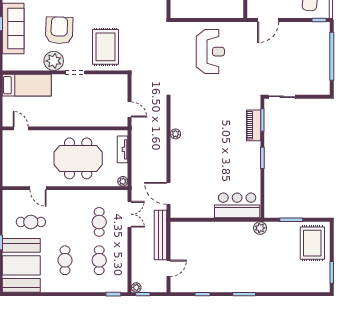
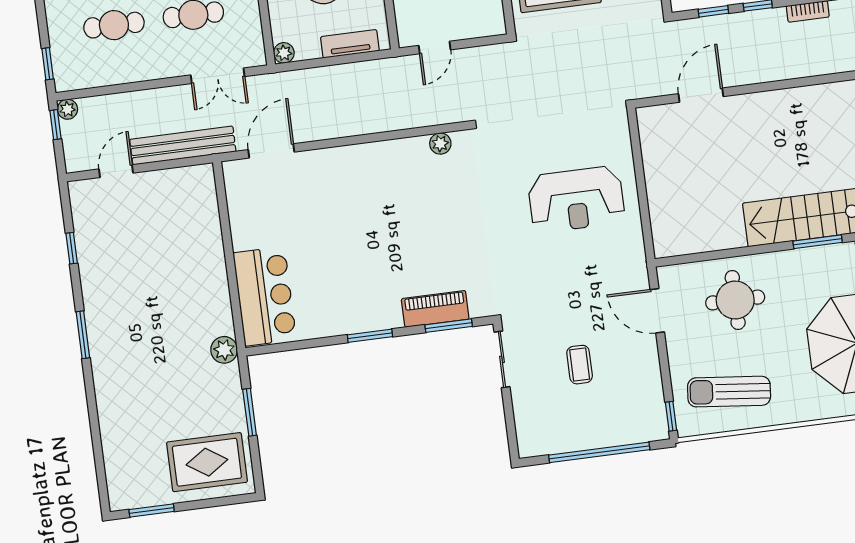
coffee table: (289, 60) -> (580, 365), added
plant: (175, 134) -> (440, 144), moved
door: (169, 268) -> (116, 171), swing flipped

